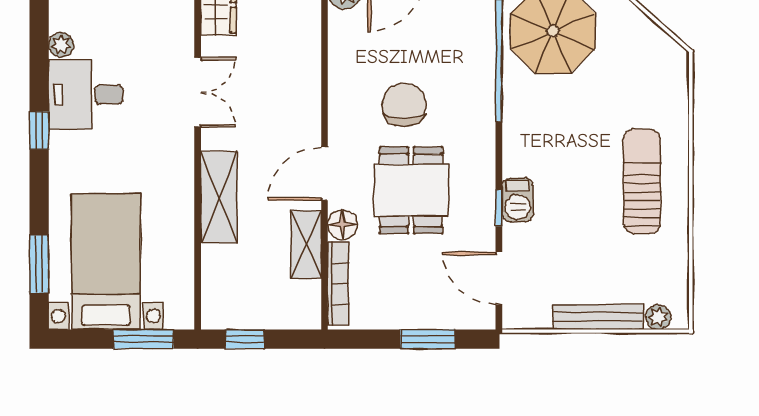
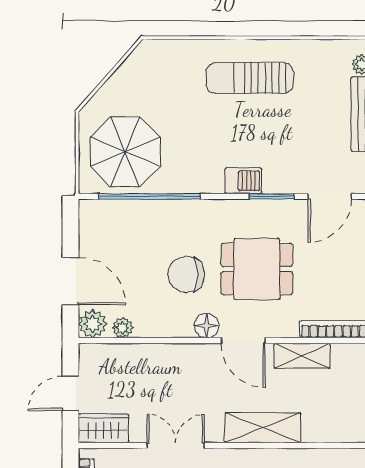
plant: (340, 28) -> (123, 328), added
barbecue: (518, 200) -> (243, 181), moved
window: (499, 208) -> (272, 196), width x1.50
floor lamp: (343, 225) -> (207, 326), moved

